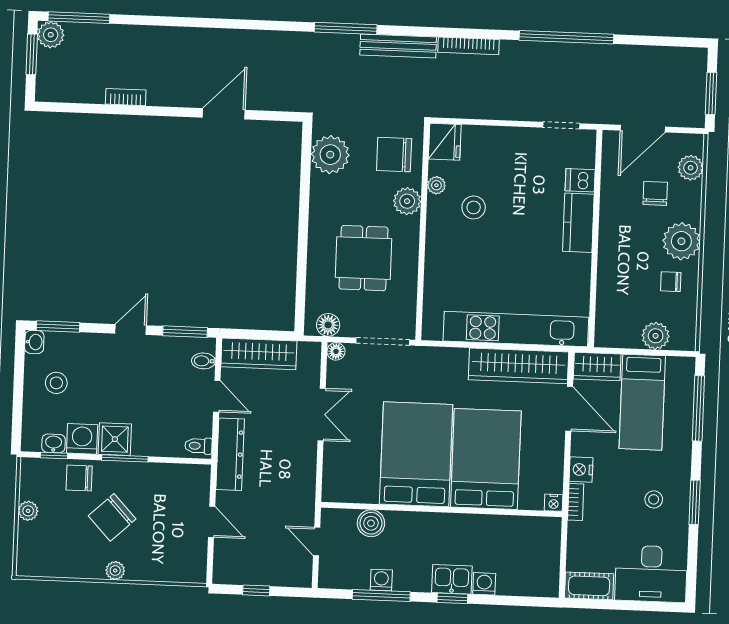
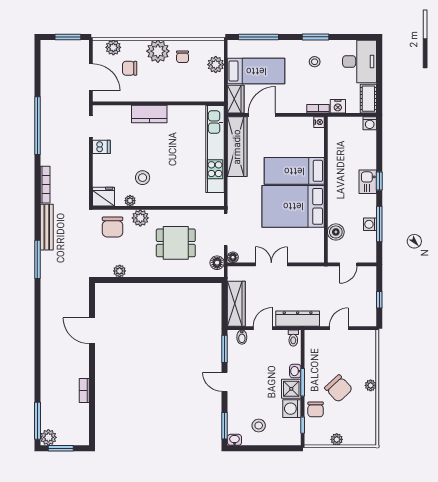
plant: (330, 155) -> (120, 271), width x0.53, depth x0.53
dishwasher: (580, 180) -> (101, 147), moved, turned -90
washbasin: (53, 443) -> (295, 371), moved
bed: (486, 459) -> (294, 171), width x0.67
nightstand: (581, 470) -> (338, 106), moved
washing machine: (484, 584) -> (370, 123), moved, turned -90

